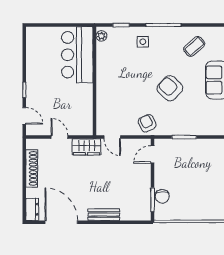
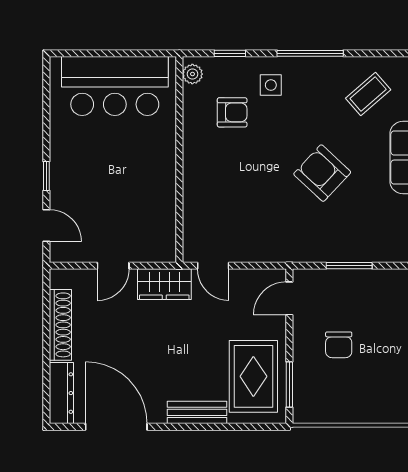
bar counter: (77, 55) -> (115, 86), moved, turned -90
armchair: (147, 123) -> (232, 112), moved, turned 115
door: (59, 137) -> (113, 266), swing flipped
rug: (134, 196) -> (253, 376), added
chair: (162, 196) -> (339, 345), moved
dresser: (32, 209) -> (61, 393), width x1.44

